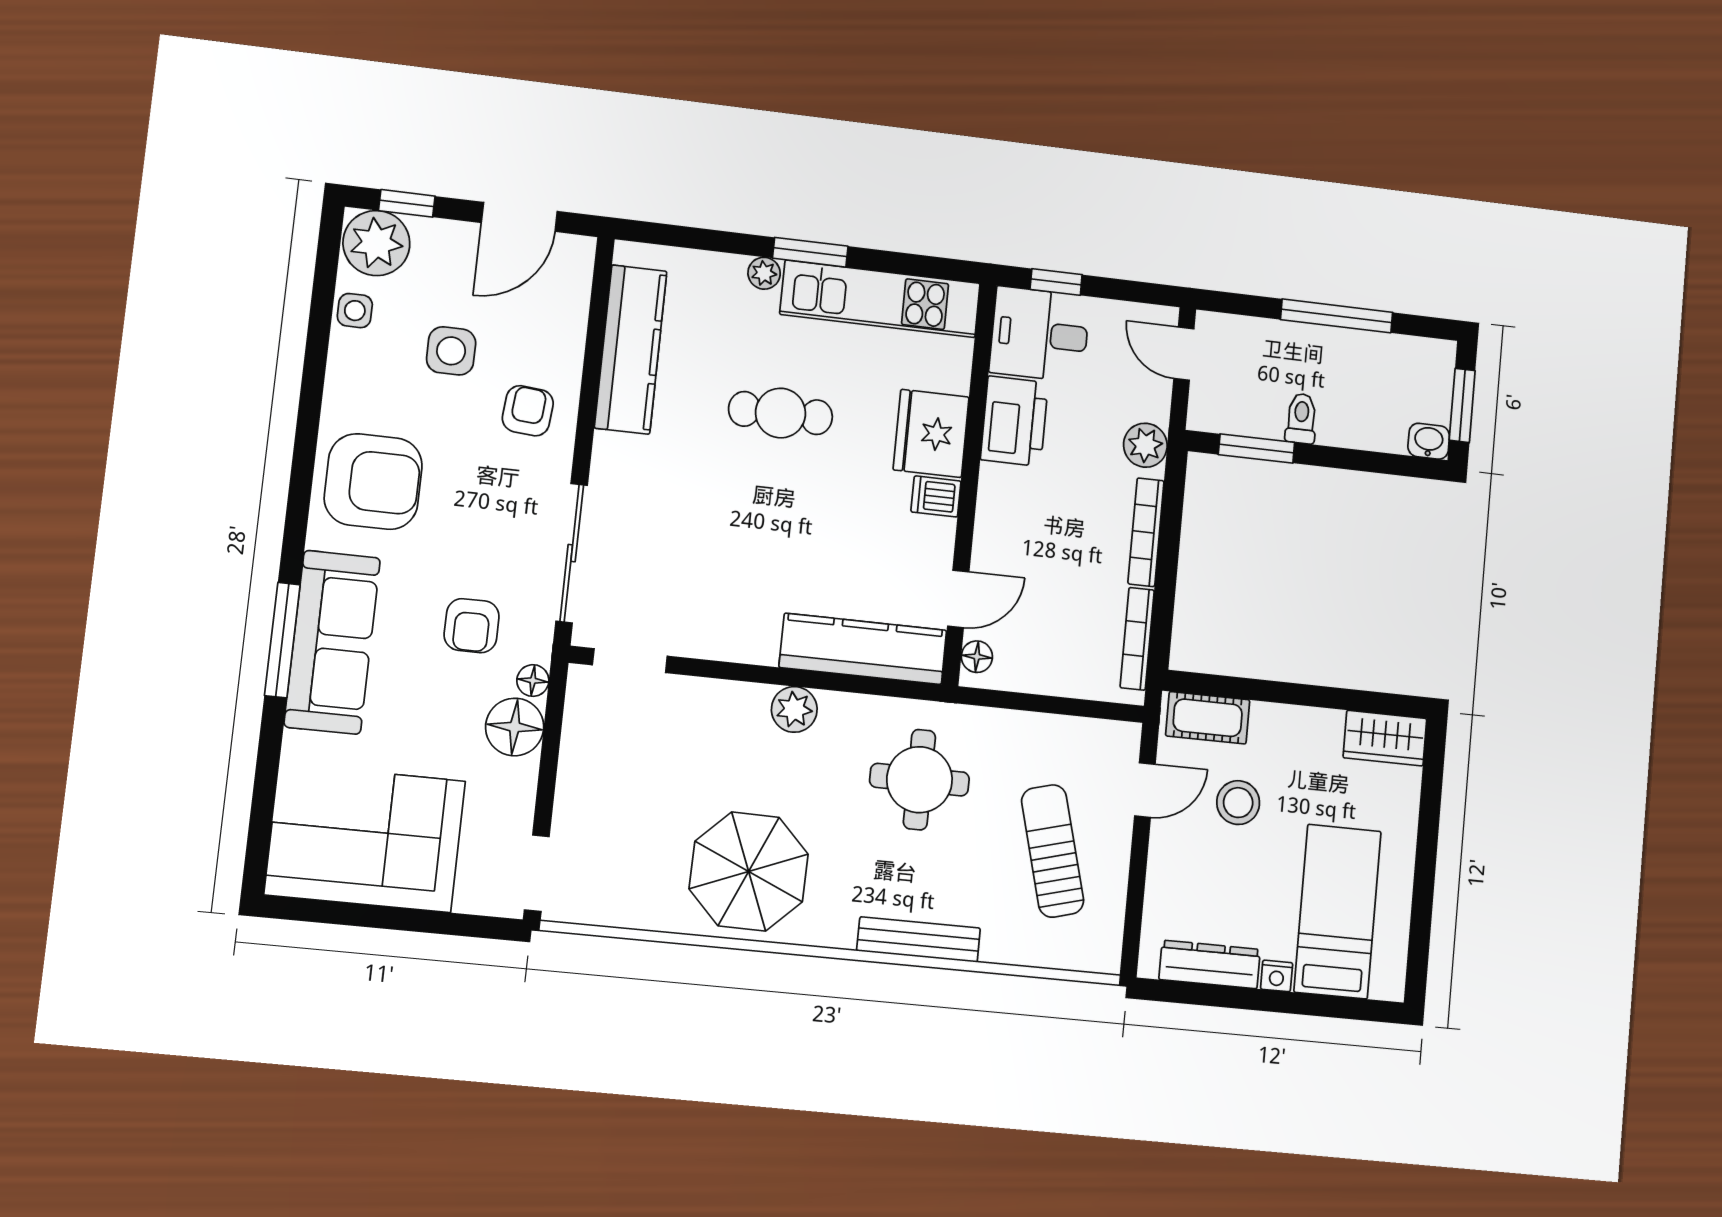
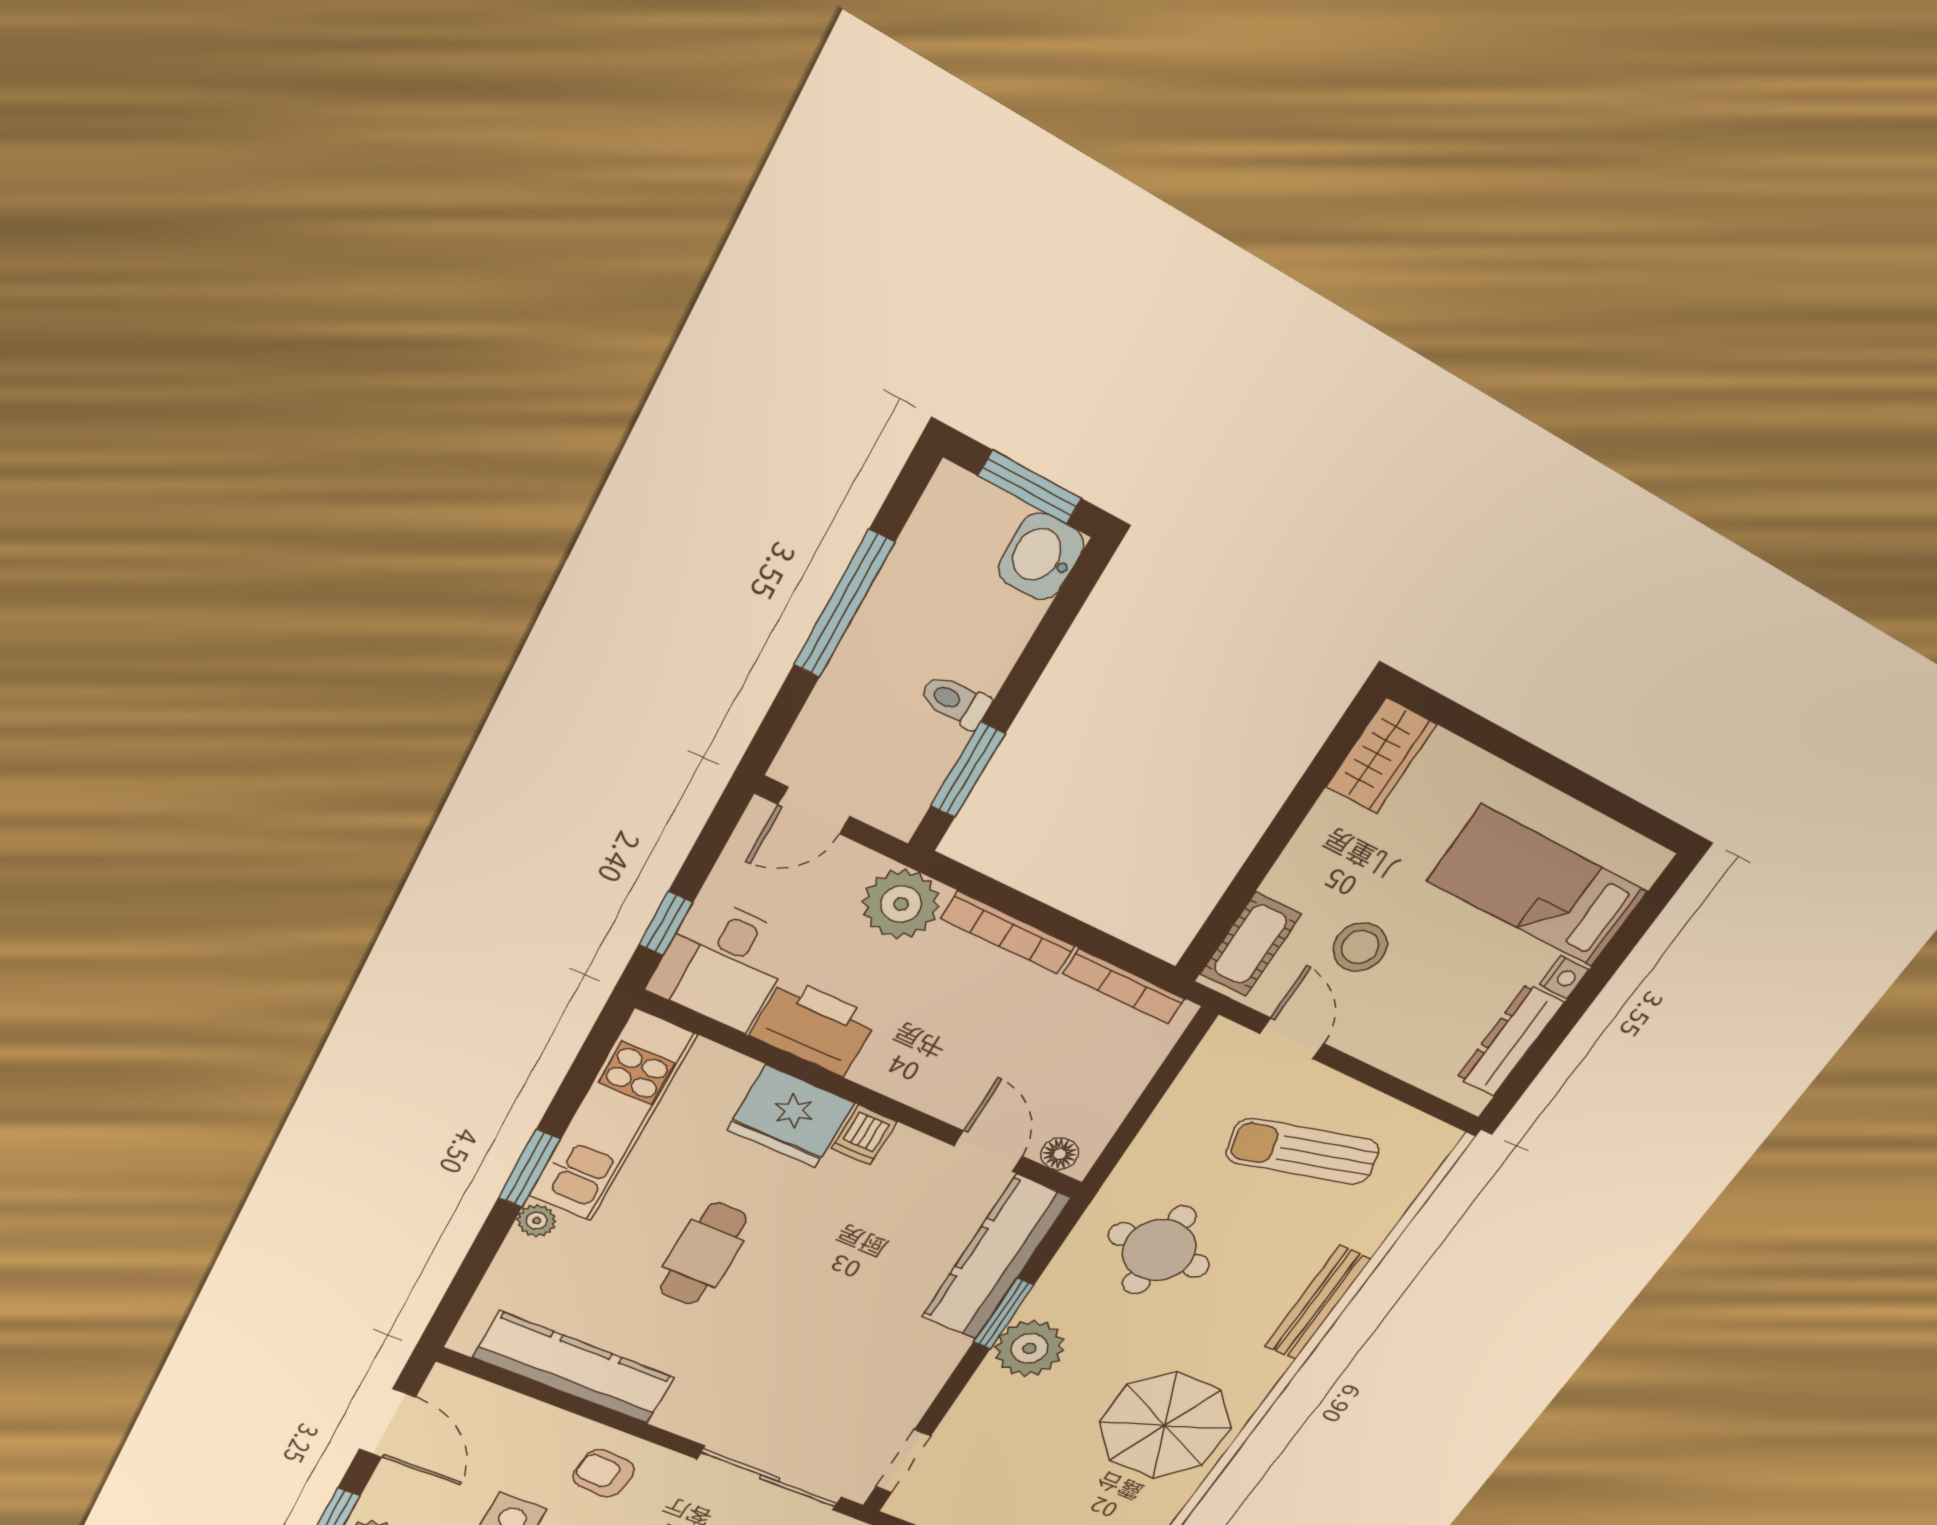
washbasin: (1429, 441) -> (1041, 556), width x1.38, depth x1.45
plant: (1145, 445) -> (901, 904), width x1.36, depth x1.36
window: (812, 680) -> (1004, 1313), added
plant: (794, 709) -> (1029, 1348), width x1.36, depth x1.36

